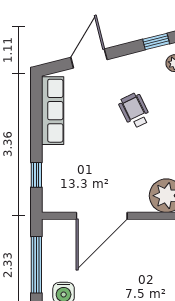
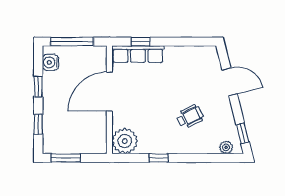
row of seats: (53, 111) -> (138, 54), moved
door: (102, 216) -> (109, 92), hinge flipped

